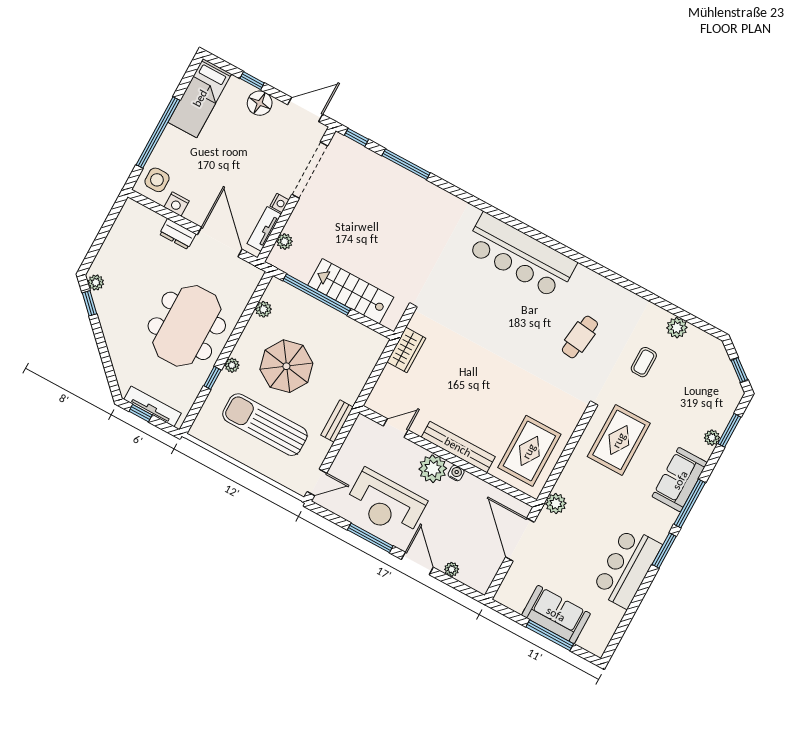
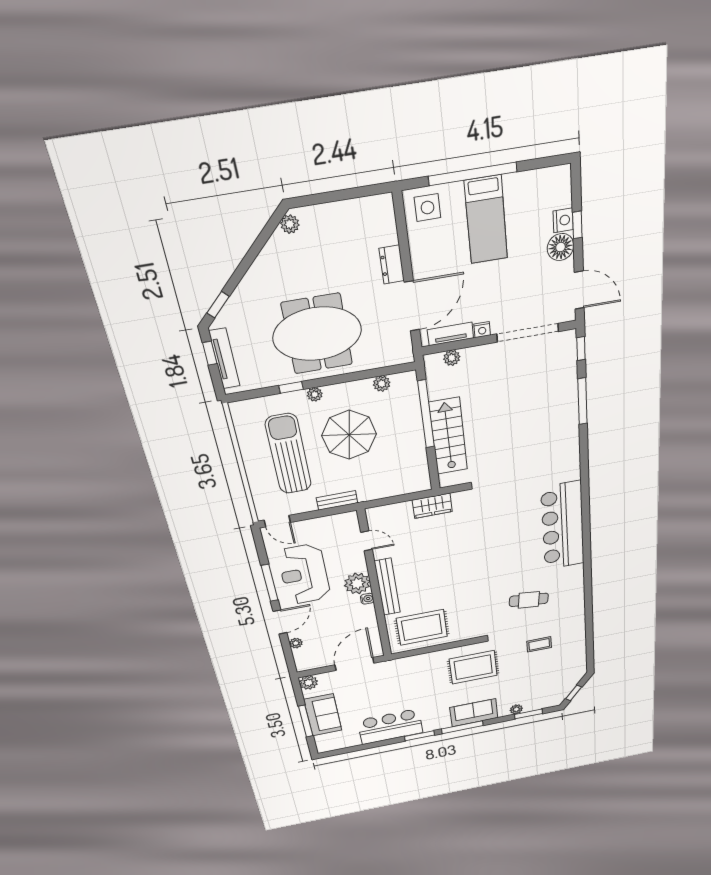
bed: (200, 98) -> (486, 220), moved, turned -90
nightstand: (177, 204) -> (563, 220), moved, turned 180
window: (89, 303) -> (218, 305), moved
plant: (677, 328) -> (578, 645), removed
plant: (556, 504) -> (309, 683), moved

